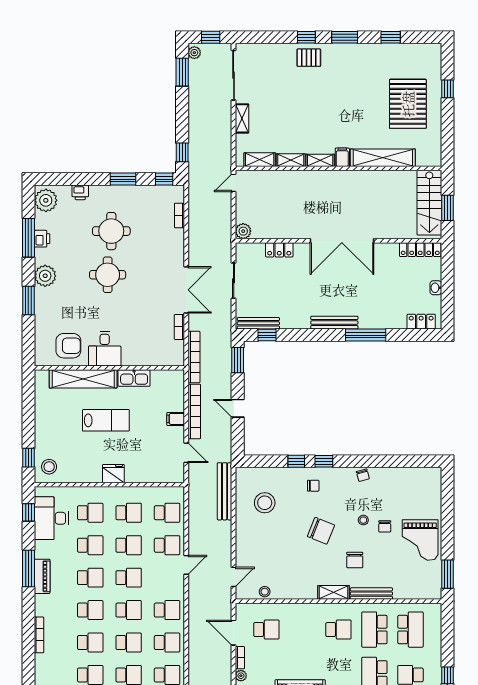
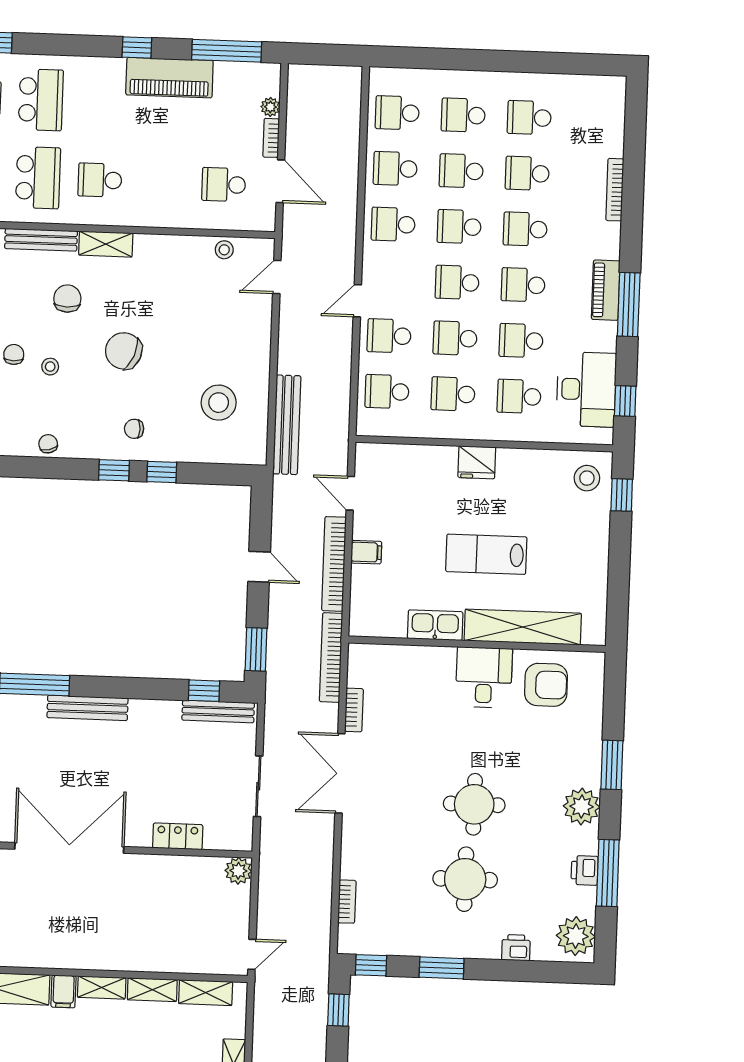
armchair: (68, 346) -> (546, 685), turned 180

